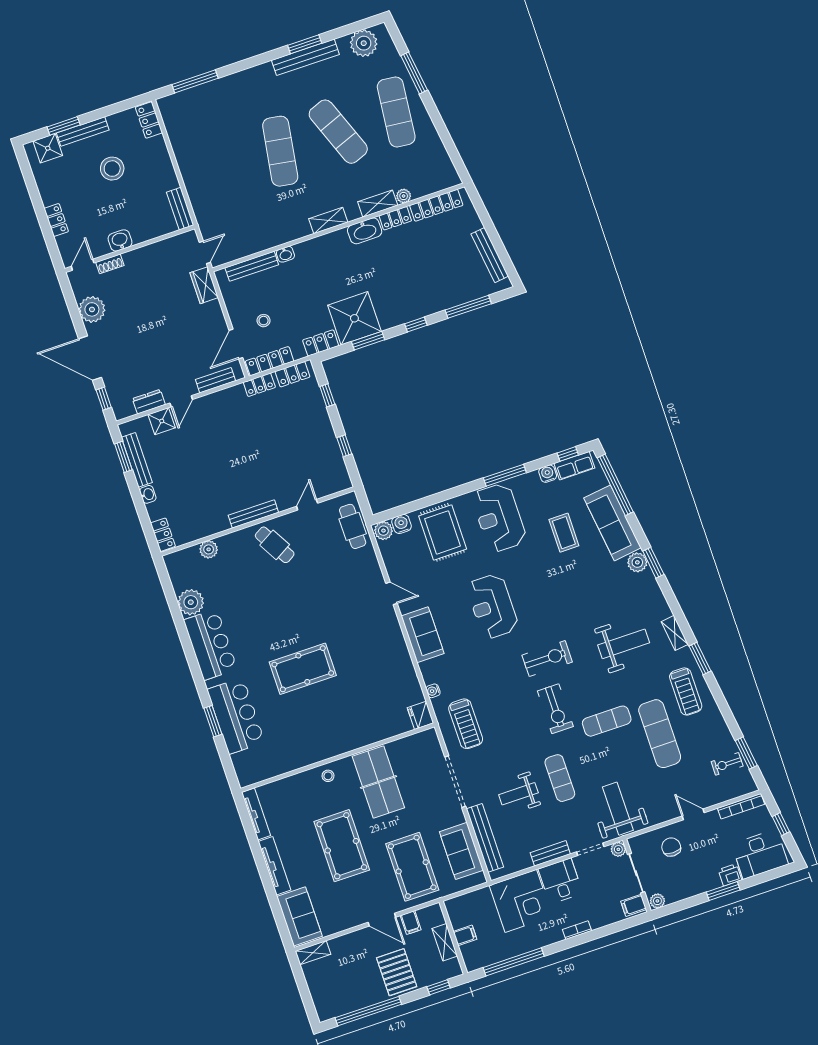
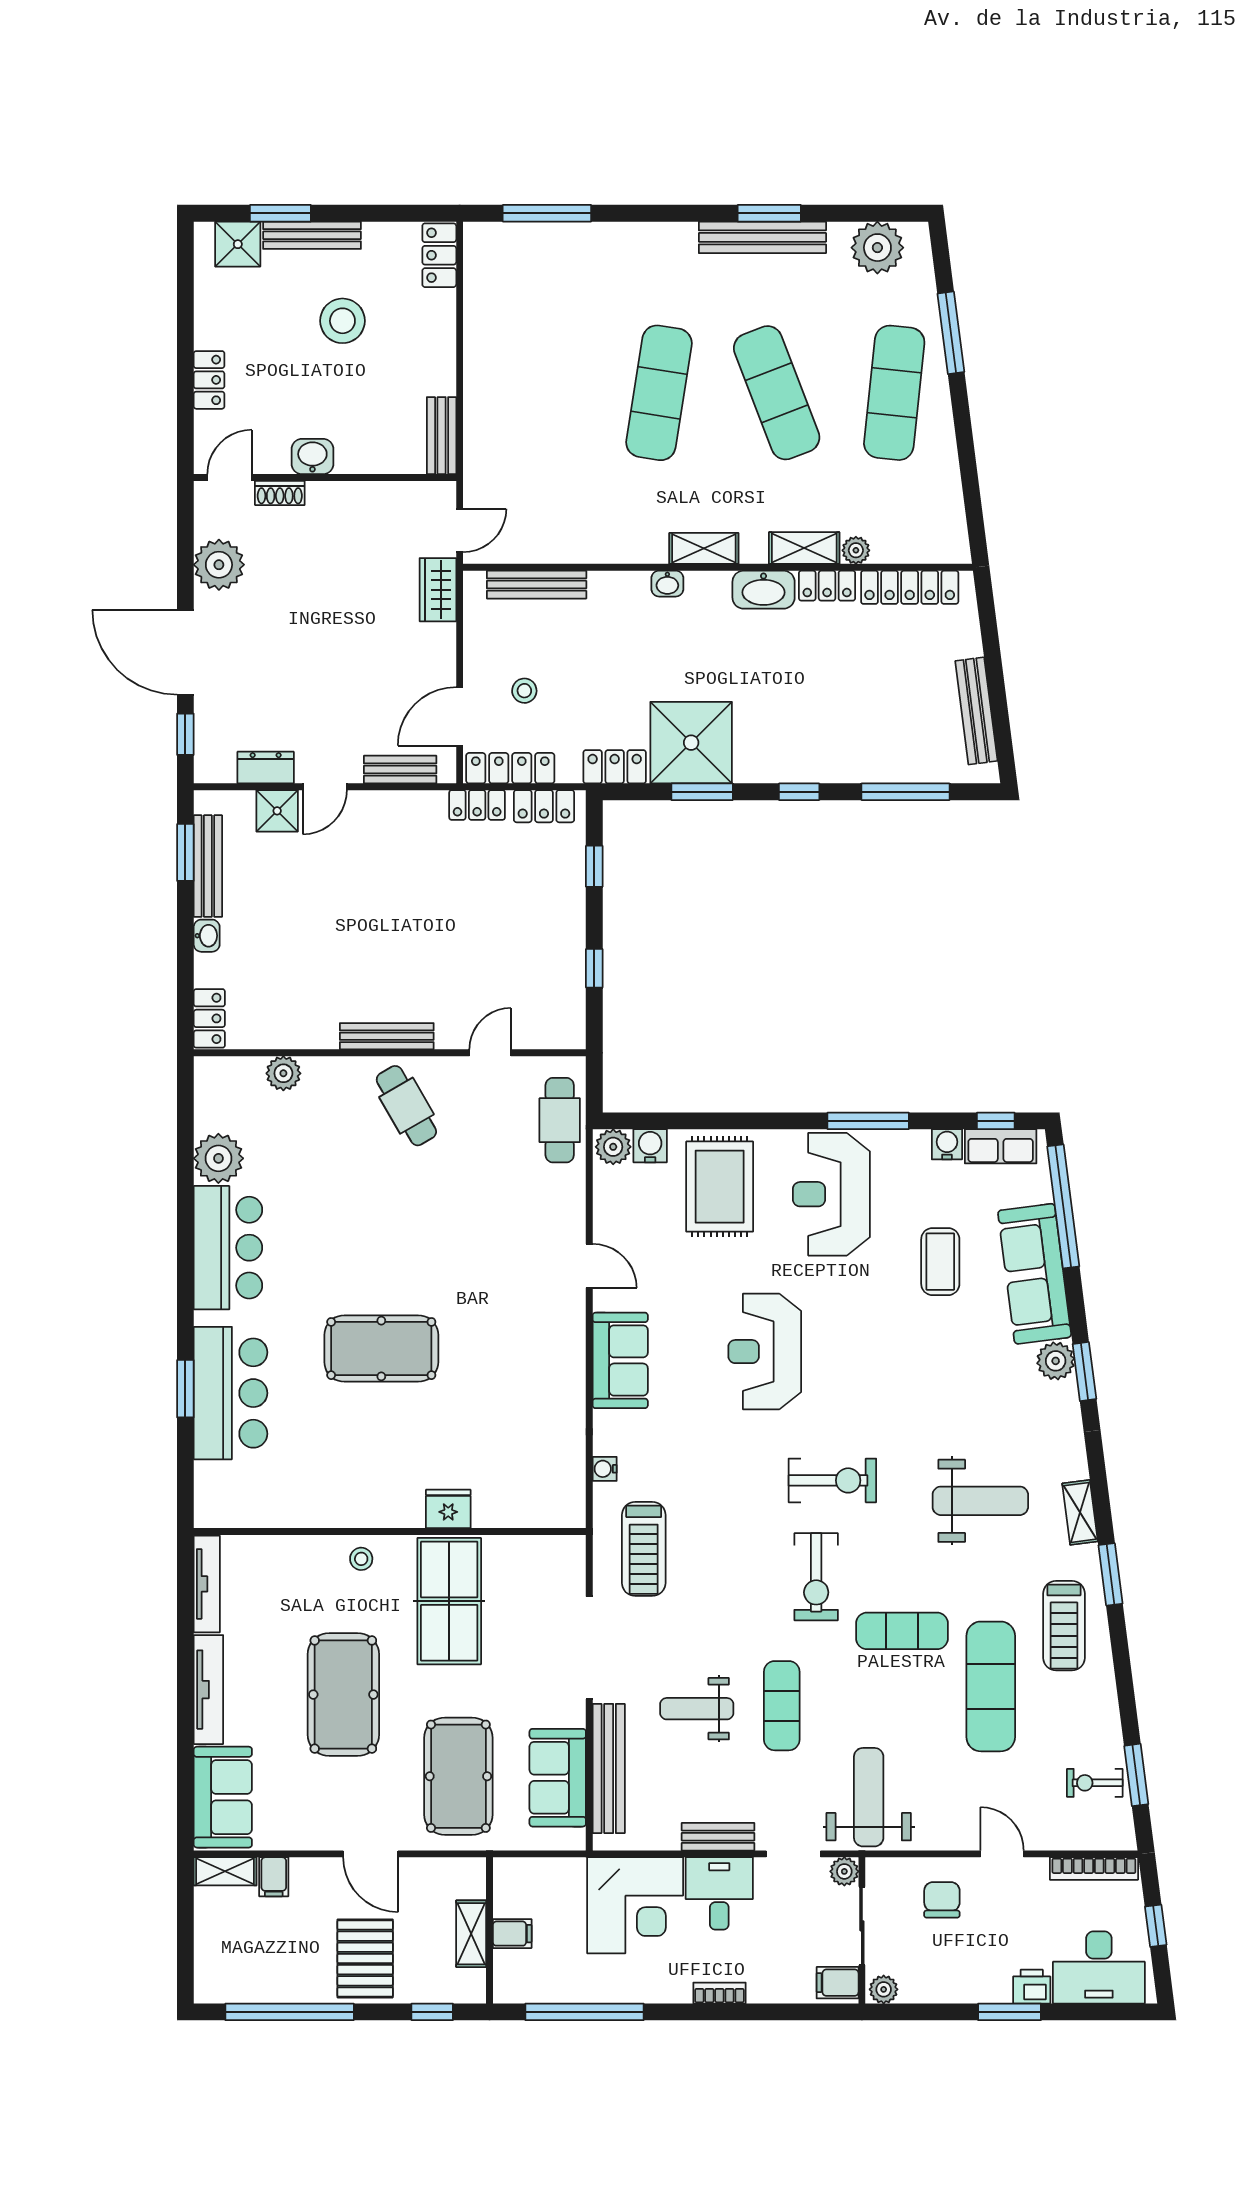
washbasin: (285, 254) -> (667, 584), moved
fridge: (420, 715) -> (448, 1509), moved, turned 90
filing cabinet: (411, 923) -> (274, 1877), moved

